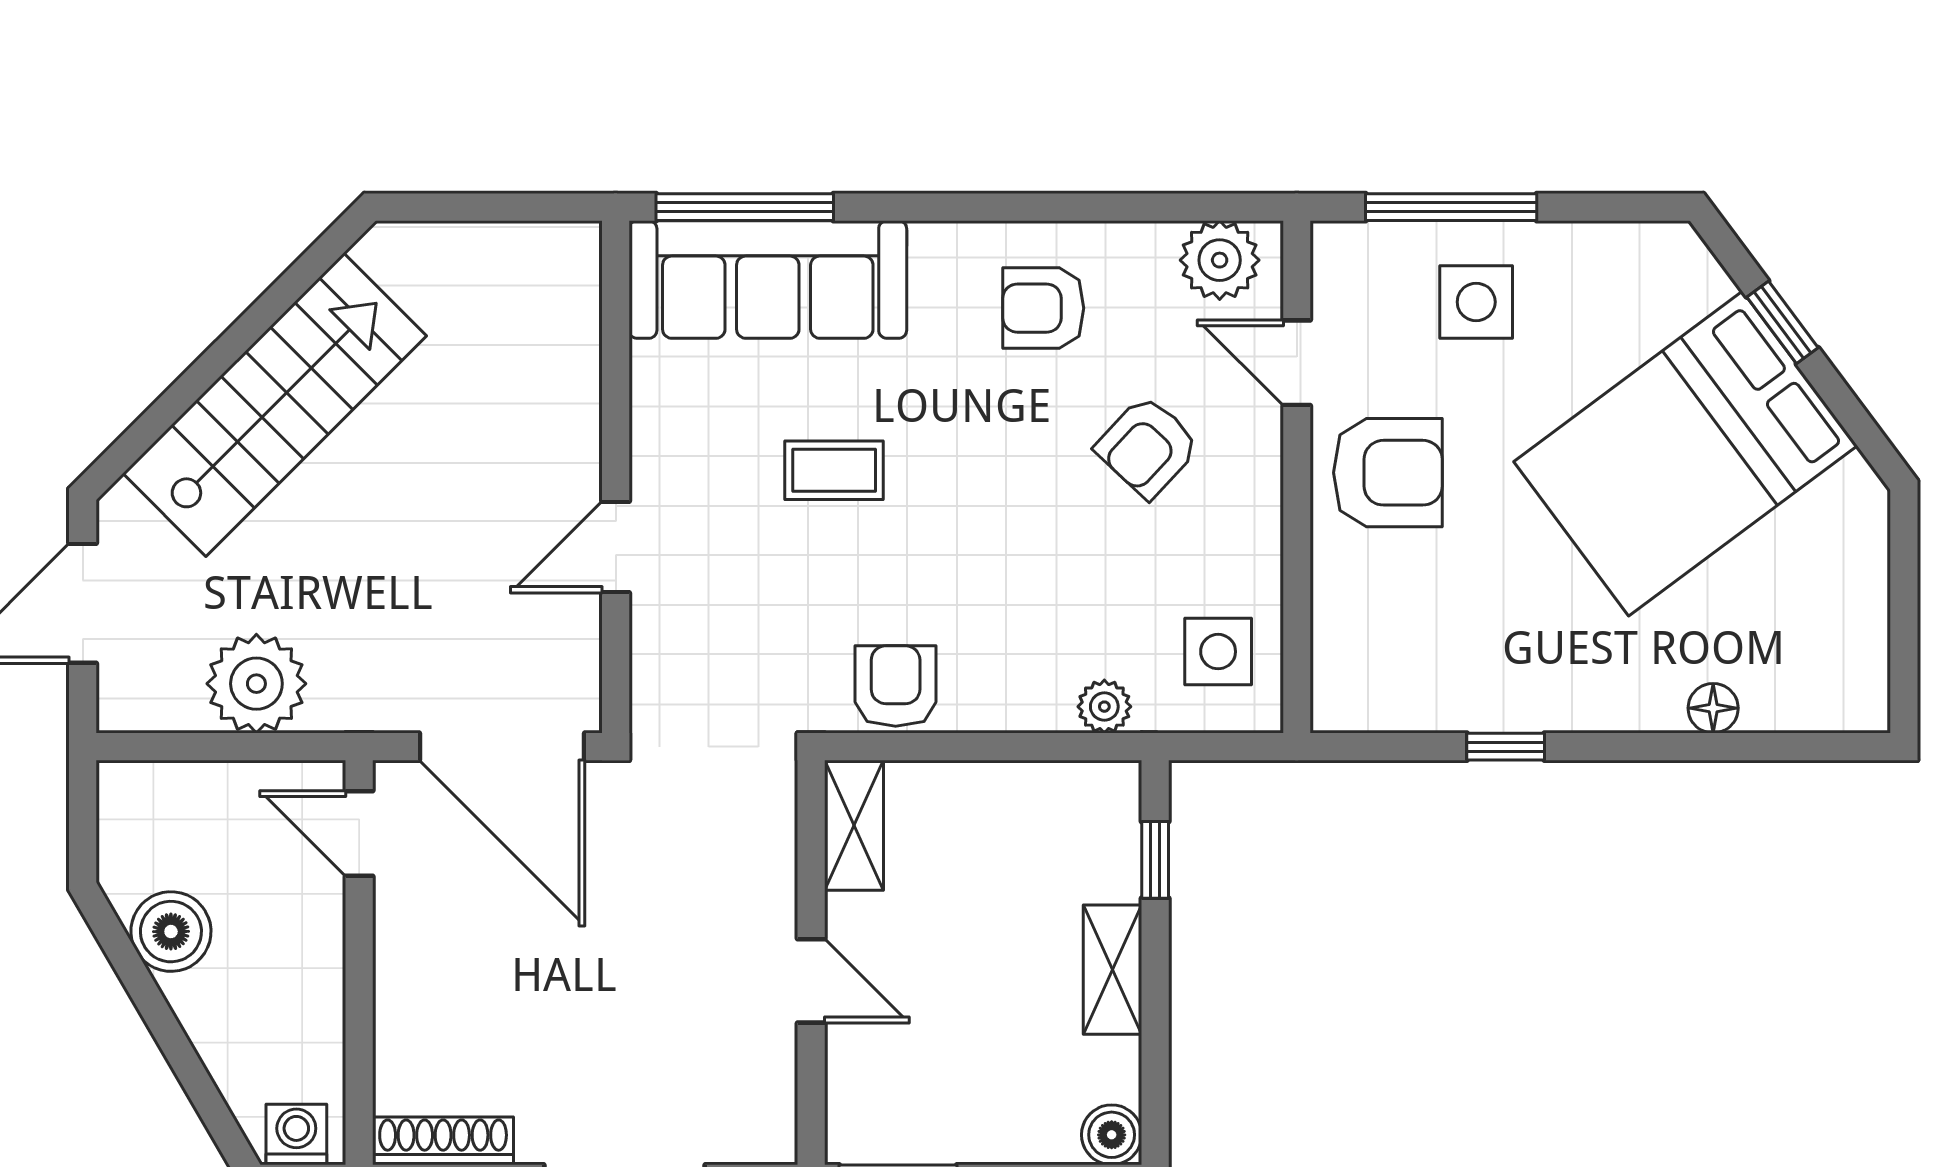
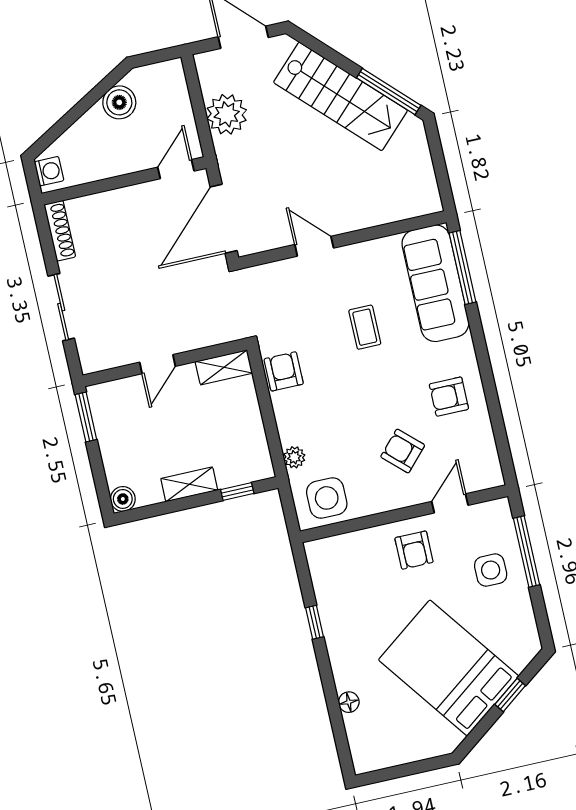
plant: (1220, 260) -> (484, 463), removed
window: (289, 288) -> (389, 92), added
armchair: (1043, 308) -> (449, 397), turned -90
armchair: (1388, 473) -> (414, 550), width x0.72, depth x0.72
side table: (1218, 652) -> (327, 498), width x1.37, depth x1.37
armchair: (896, 686) -> (284, 371), turned -90

